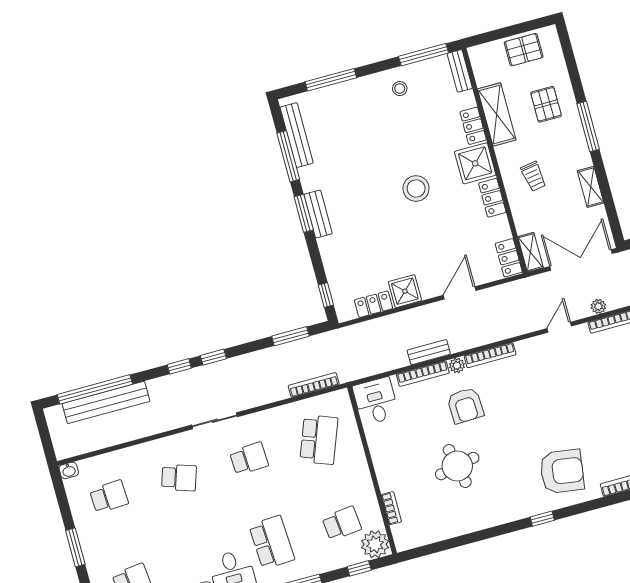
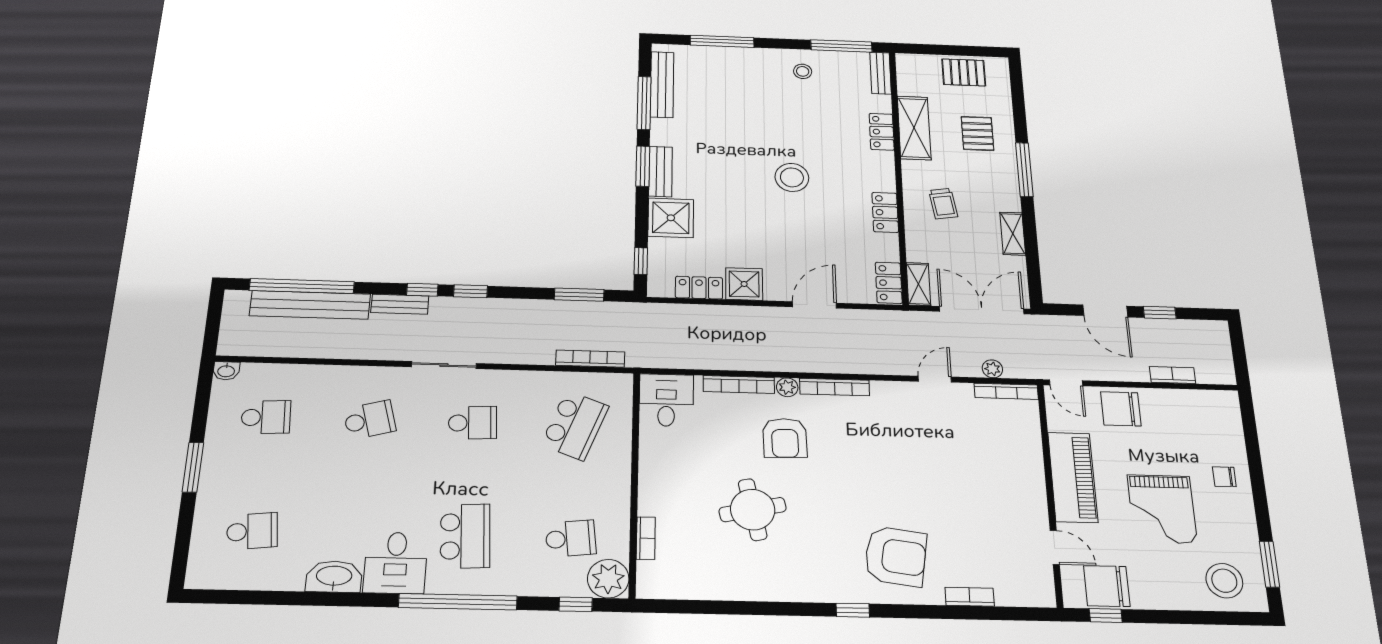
shower: (475, 163) -> (671, 218), moved
bench: (429, 352) -> (400, 304), moved
school desk: (179, 478) -> (370, 420), turned -33

